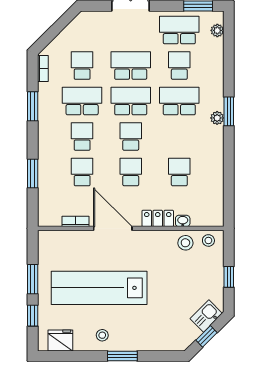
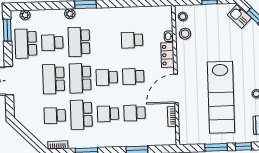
plant: (217, 118) -> (70, 14), moved

